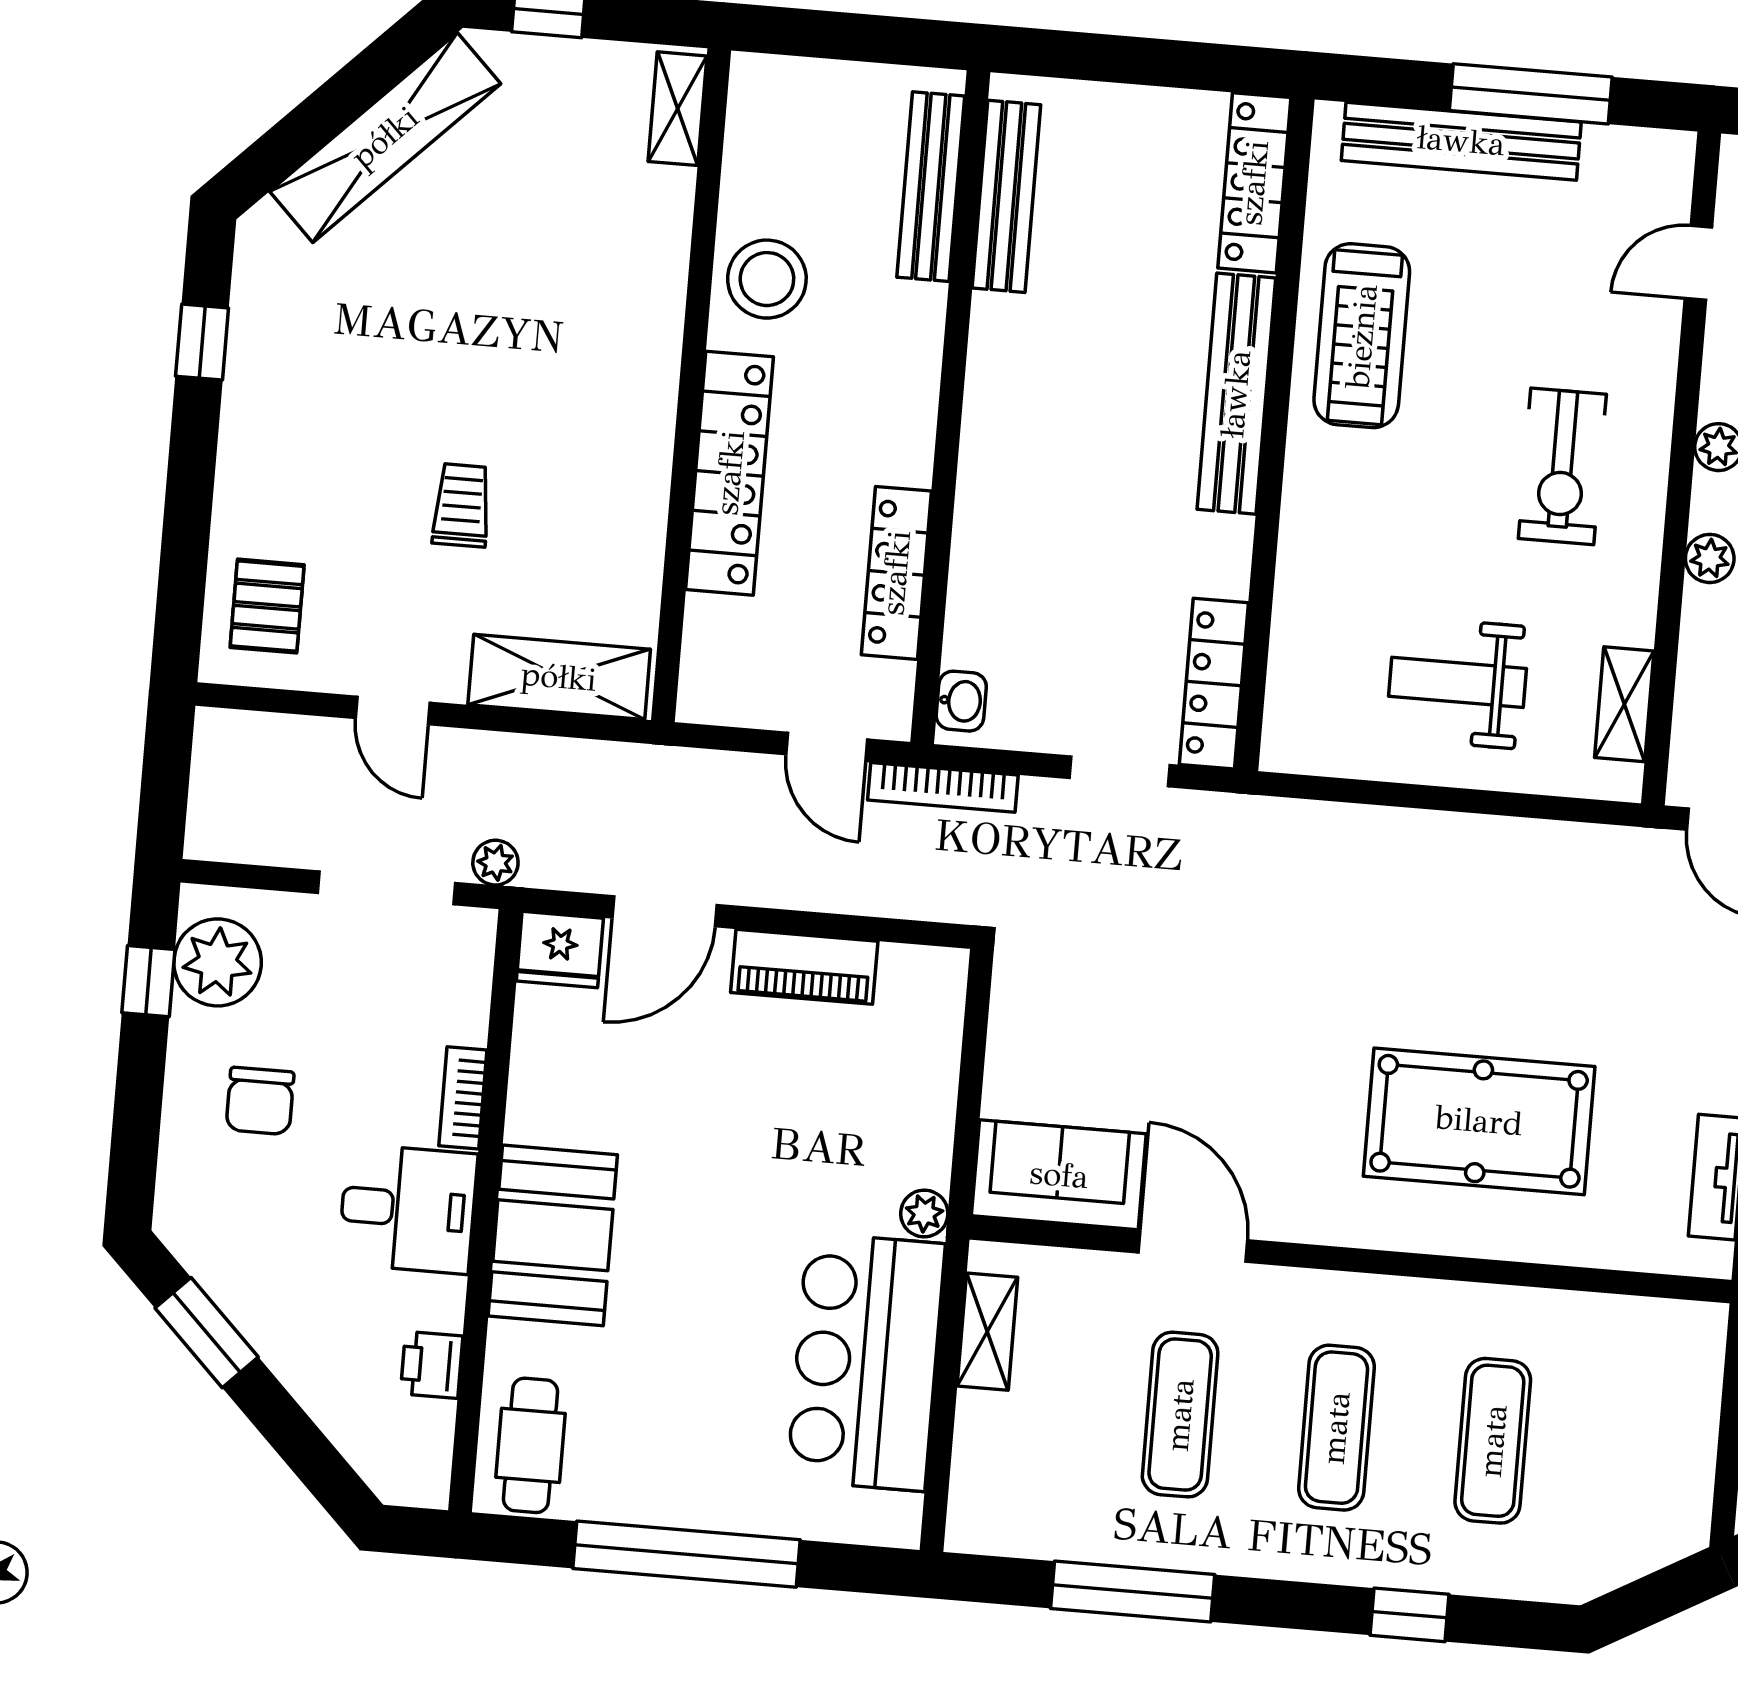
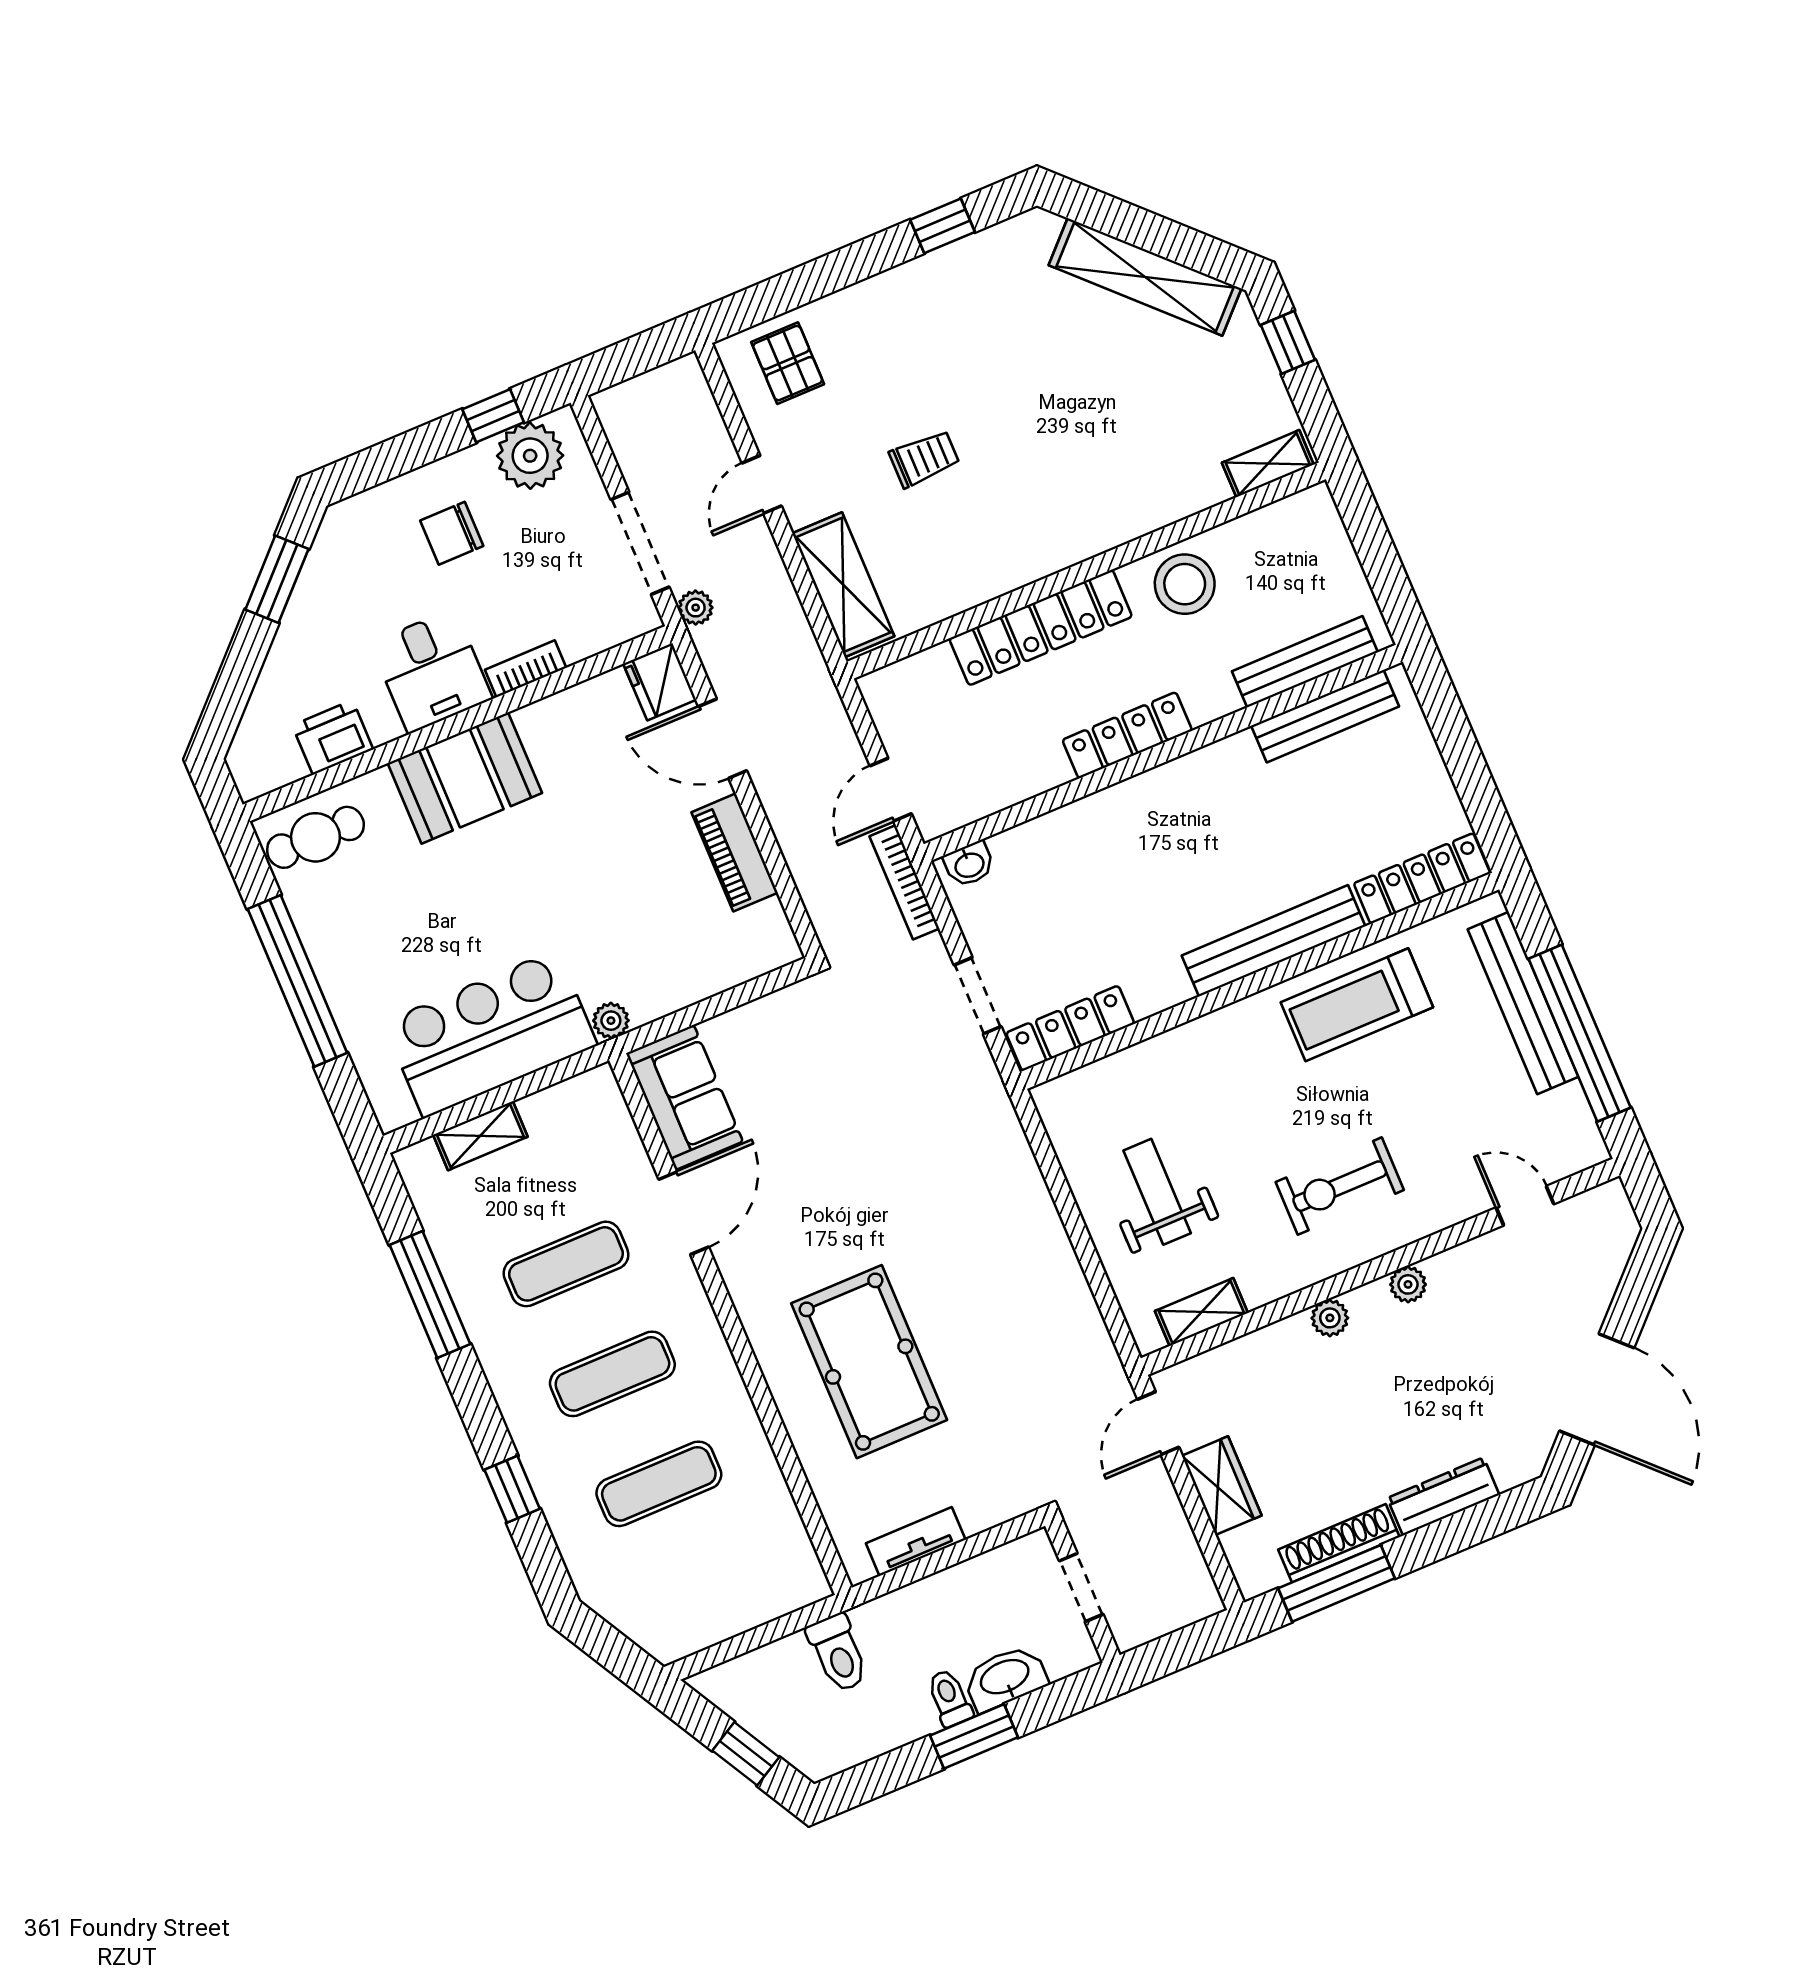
window: (1531, 94) -> (1580, 1033), width x1.46
locker: (896, 573) -> (1127, 735), moved
pallet: (267, 606) -> (788, 363), turned 90
shelving: (987, 1332) -> (480, 1136), moved
printer: (432, 1365) -> (333, 737), width x1.36, depth x1.24

